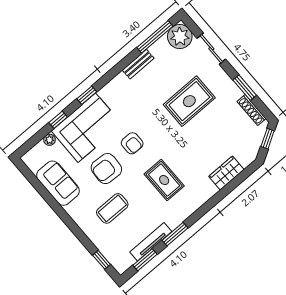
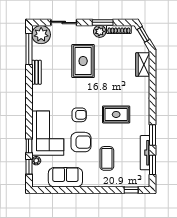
plant: (233, 92) -> (100, 31), added
window: (87, 95) -> (29, 167), moved
armchair: (106, 169) -> (81, 142), turned -93
wardrobe: (226, 173) -> (143, 65), moved

